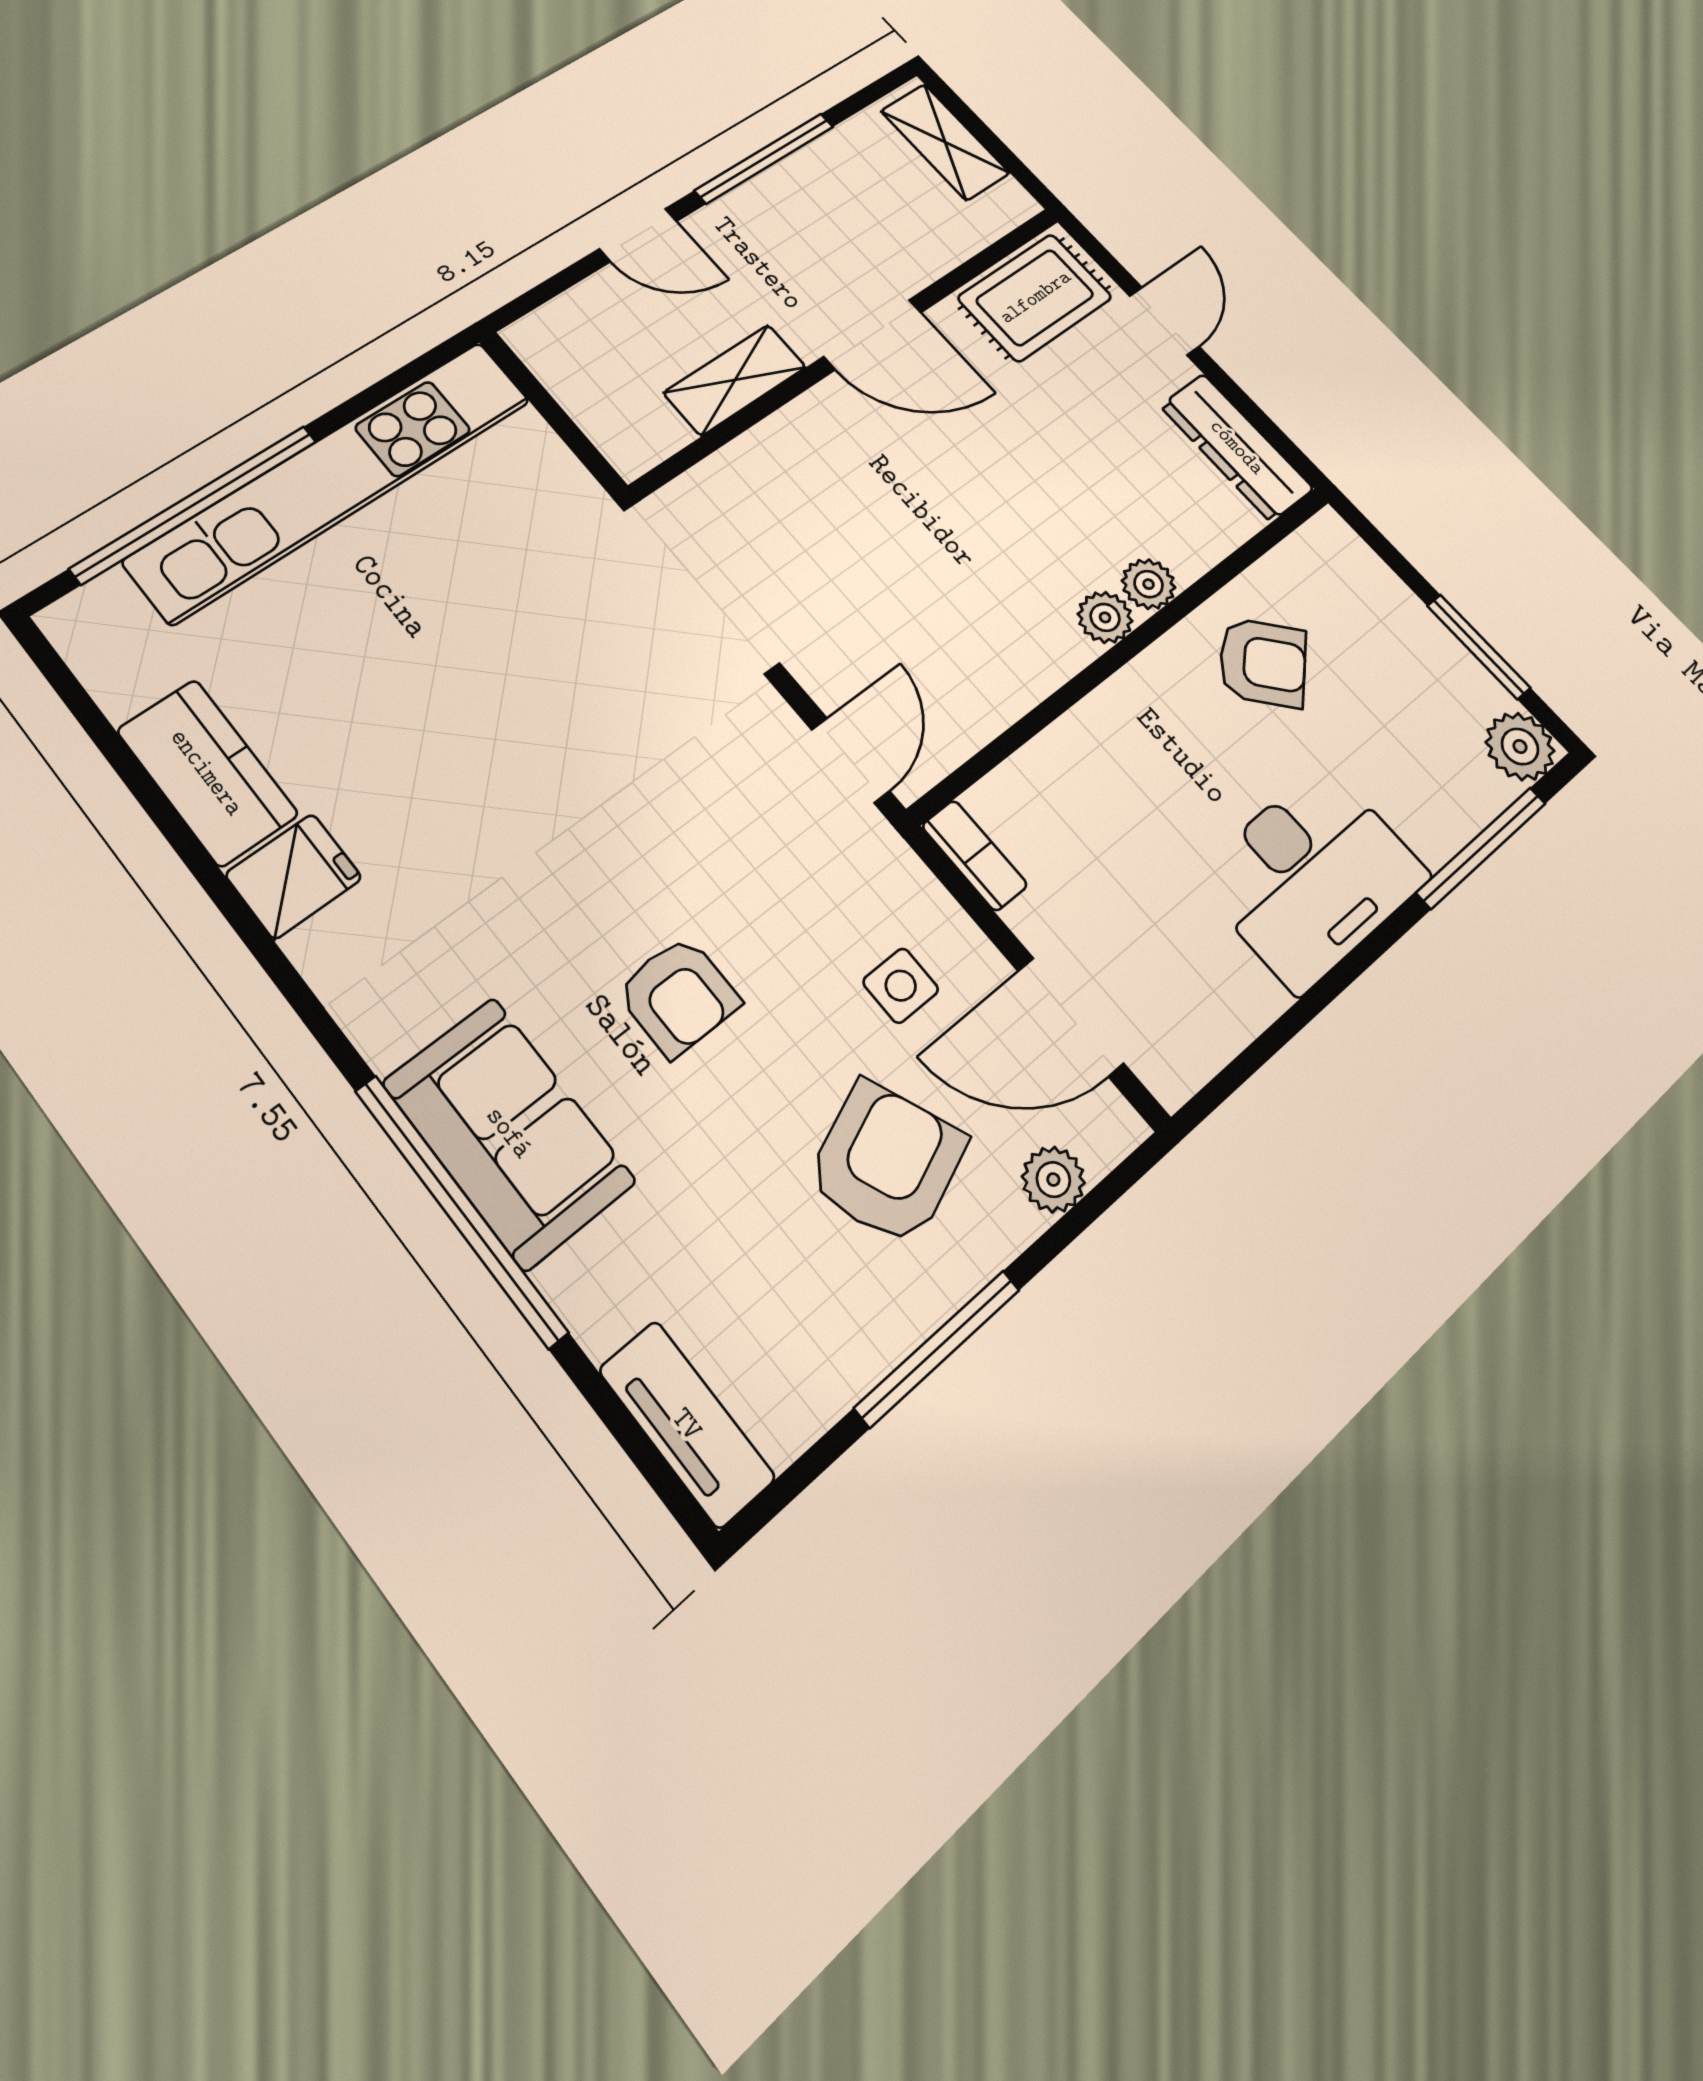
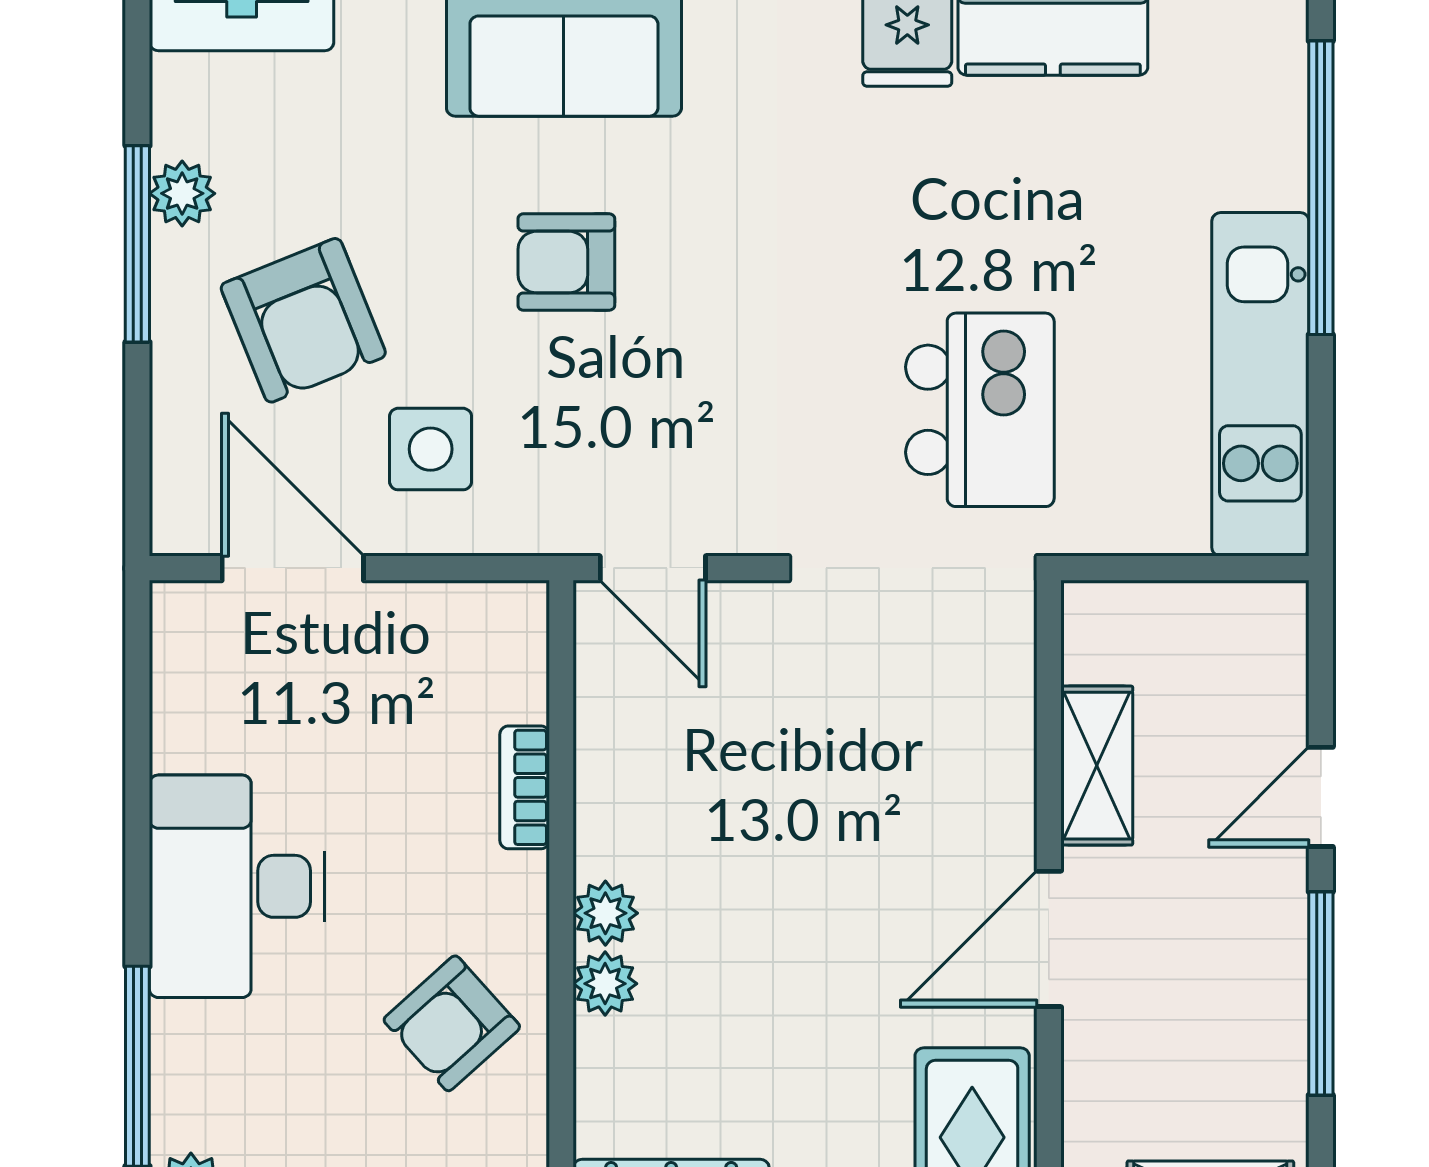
kitchen unit: (332, 479) -> (1260, 384), width x0.73
kitchen island: (550, 620) -> (980, 410), added
bookcase: (975, 855) -> (525, 787), moved, turned 90
side table: (901, 986) -> (431, 449), width x1.37, depth x1.37
door: (1071, 1017) -> (293, 568), hinge flipped
plant: (1053, 1180) -> (182, 193), moved

